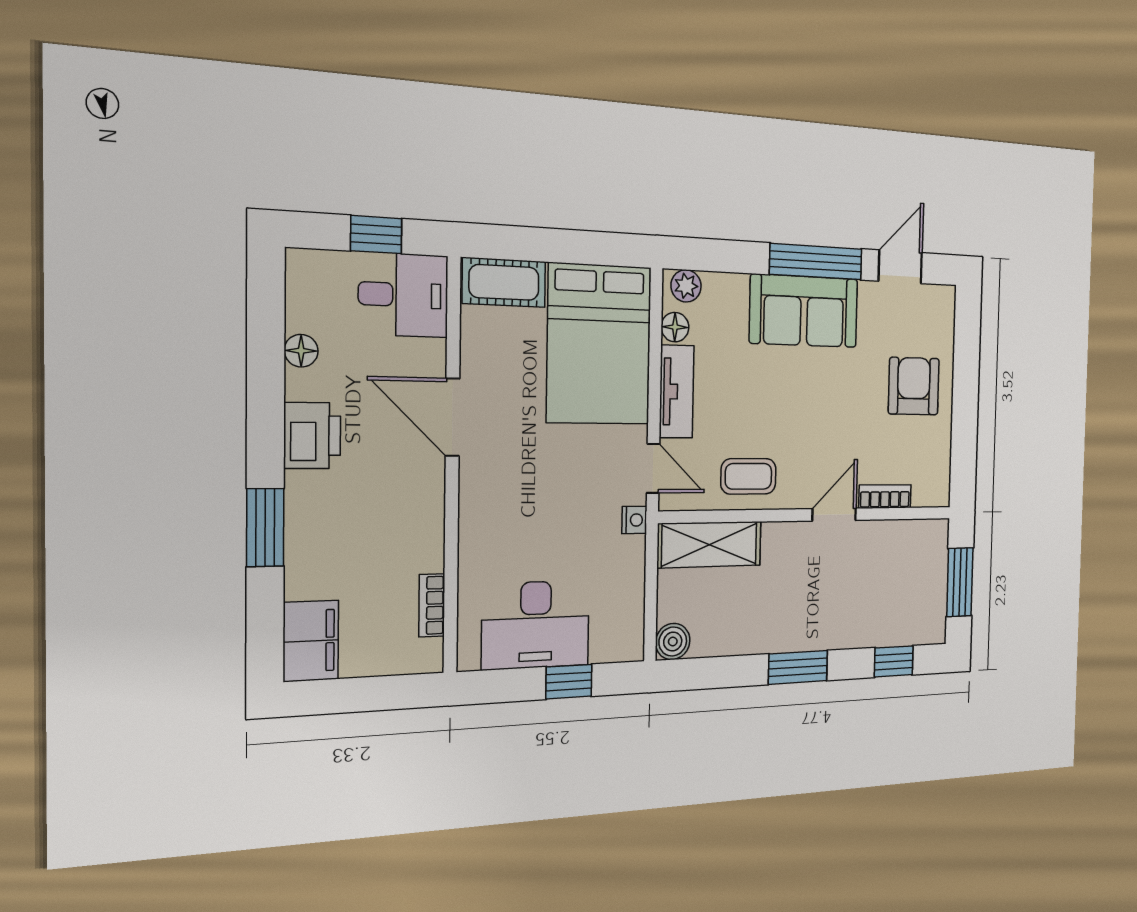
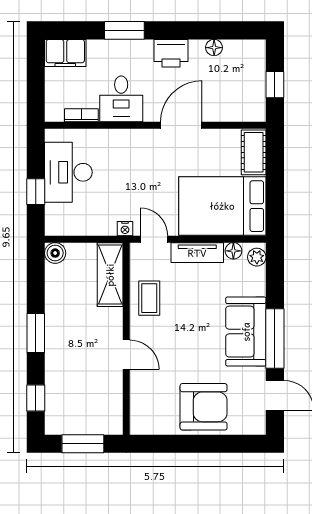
desk: (403, 295) -> (121, 99), moved
armchair: (914, 386) -> (204, 407), width x1.36, depth x1.36
door: (653, 468) -> (154, 239), swing flipped
bookcase: (885, 496) -> (137, 389), removed

